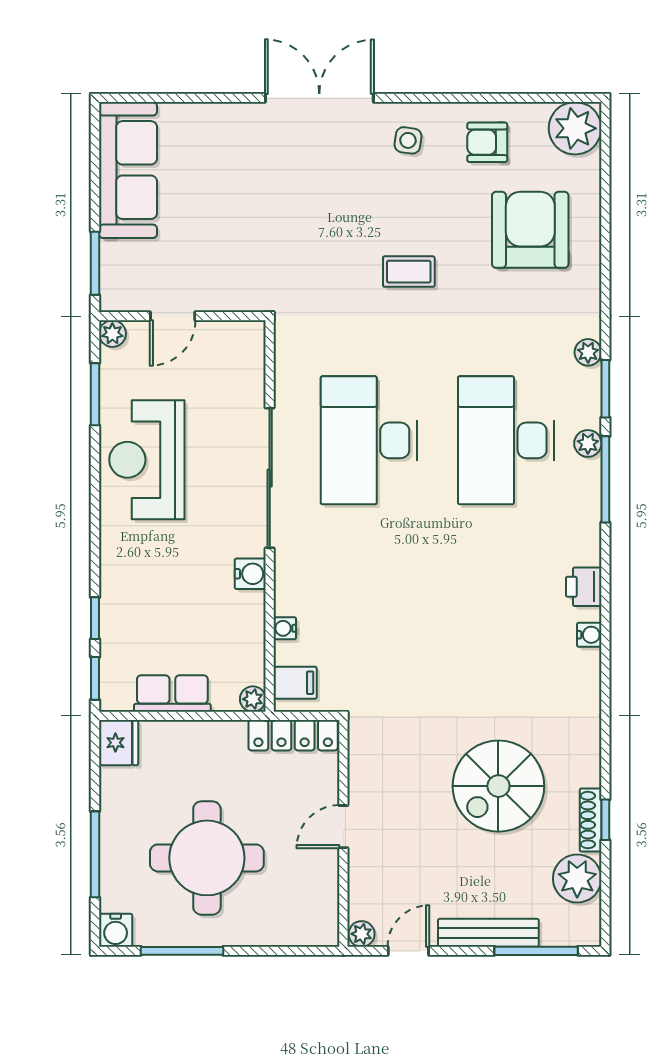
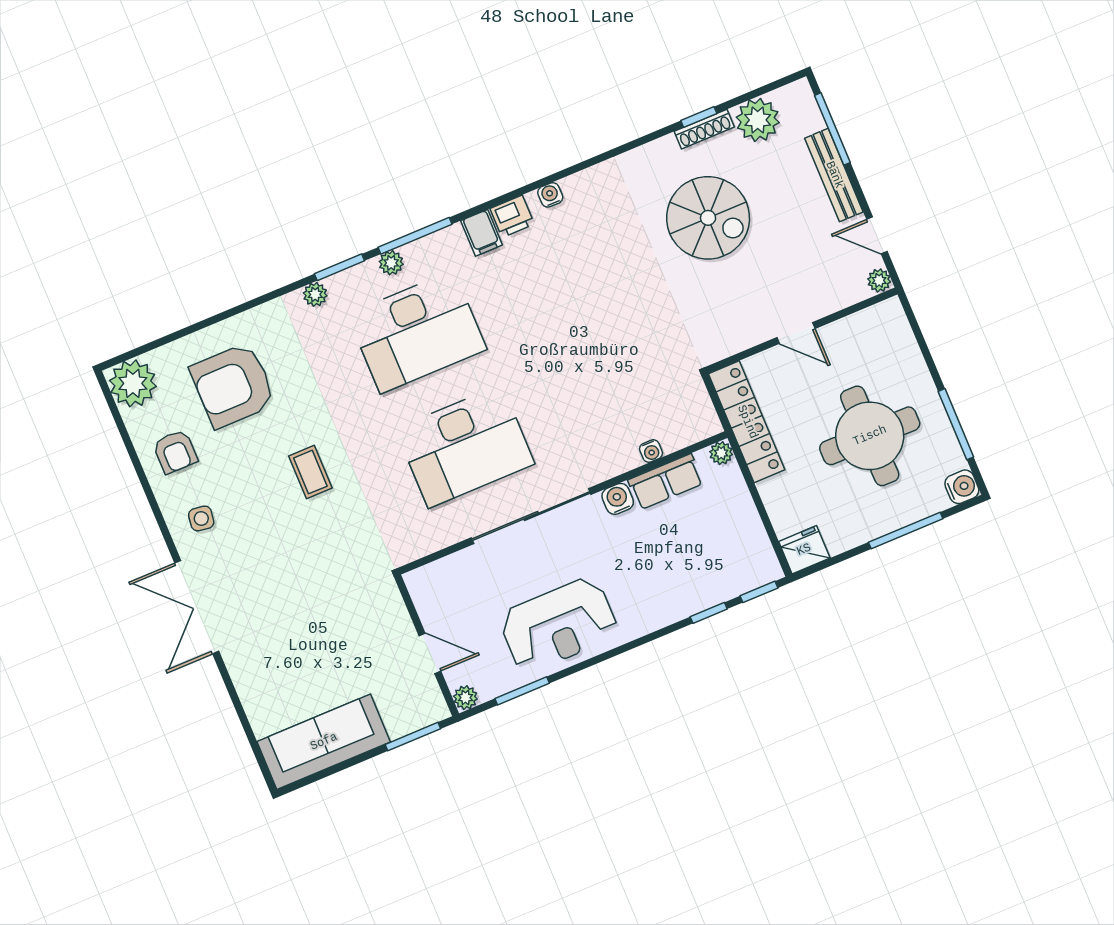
filing cabinet: (295, 683) -> (482, 233), moved, turned 180
row of seats: (172, 693) -> (666, 482), moved, turned -90
locker: (293, 735) -> (747, 422), width x1.41, depth x1.21

